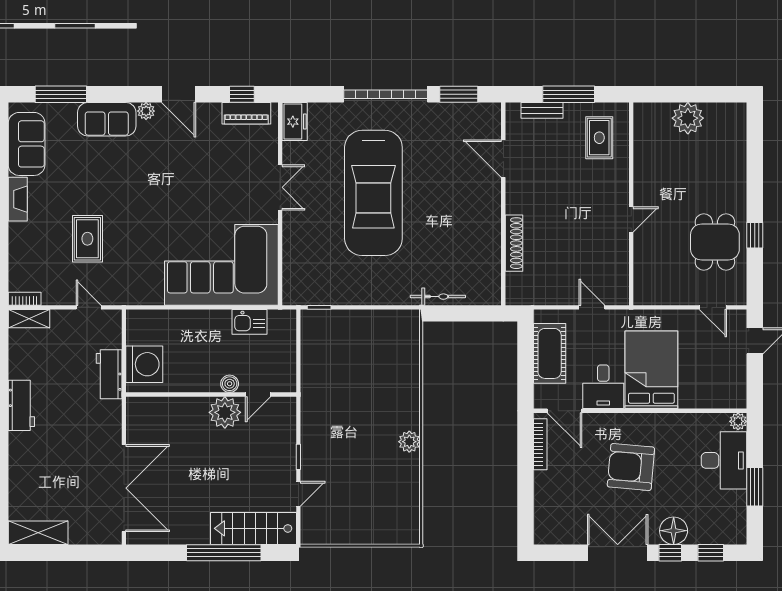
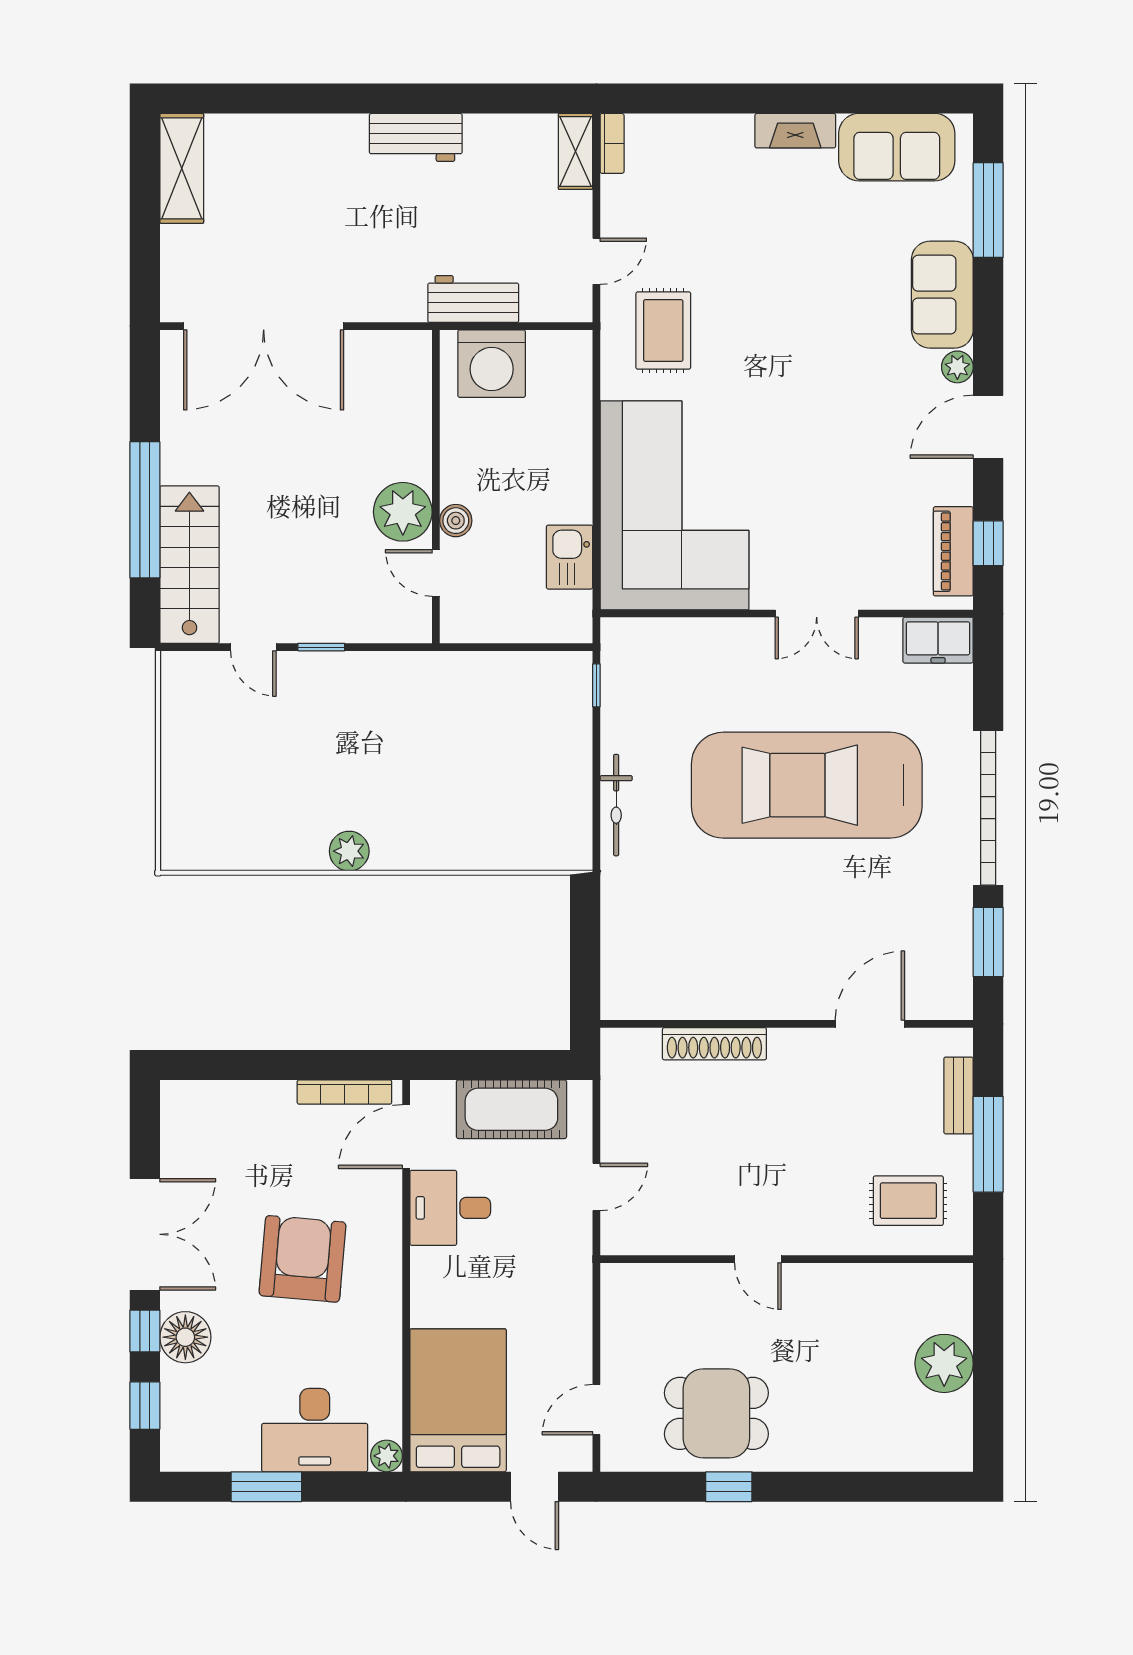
rug: (87, 239) -> (663, 331), moved, turned 90
bicycle: (438, 297) -> (616, 805), moved
bed: (651, 370) -> (458, 1400), moved, turned -90

